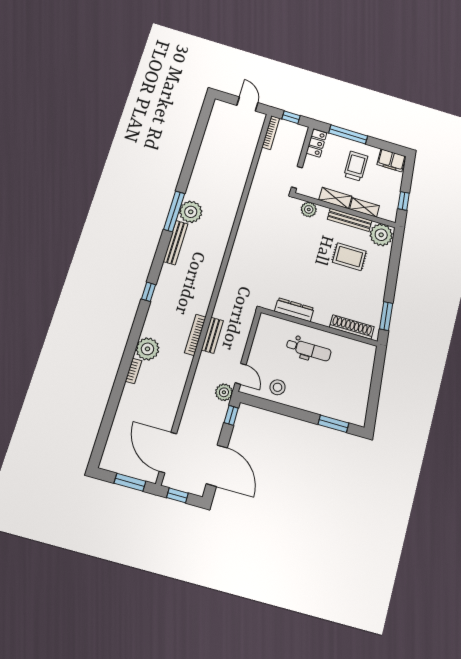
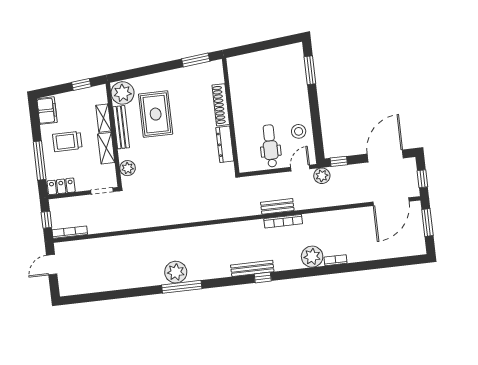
bench: (176, 243) -> (252, 268), moved
rug: (349, 257) -> (156, 114), width x1.36, depth x1.43
shoe rack: (352, 327) -> (221, 105), moved
dental chair: (309, 350) -> (270, 146), moved

